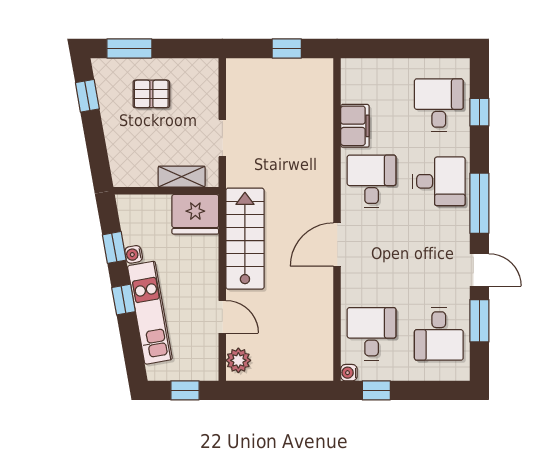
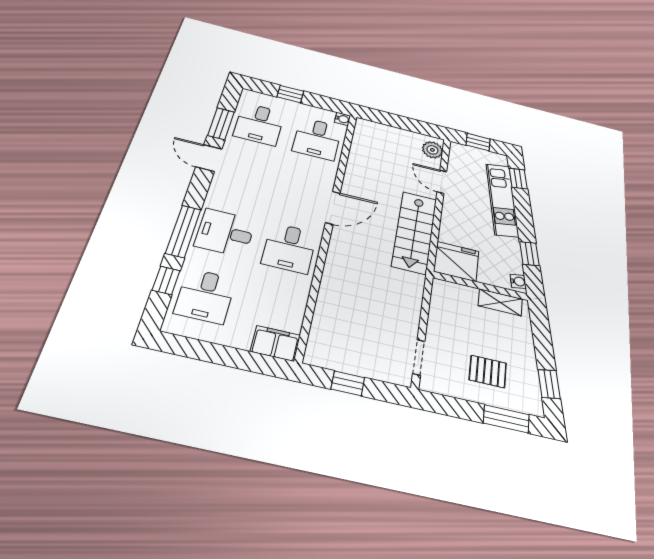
filing cabinet: (355, 126) -> (275, 343), moved, turned 90
doorway: (222, 138) -> (419, 357), moved
shelving: (182, 177) -> (500, 302), moved
window: (479, 203) -> (183, 231), moved
water cooler: (134, 254) -> (518, 281), moved
window: (124, 300) -> (518, 179), moved
desk: (439, 334) -> (259, 124), turned 180
window: (376, 390) -> (290, 94), moved

